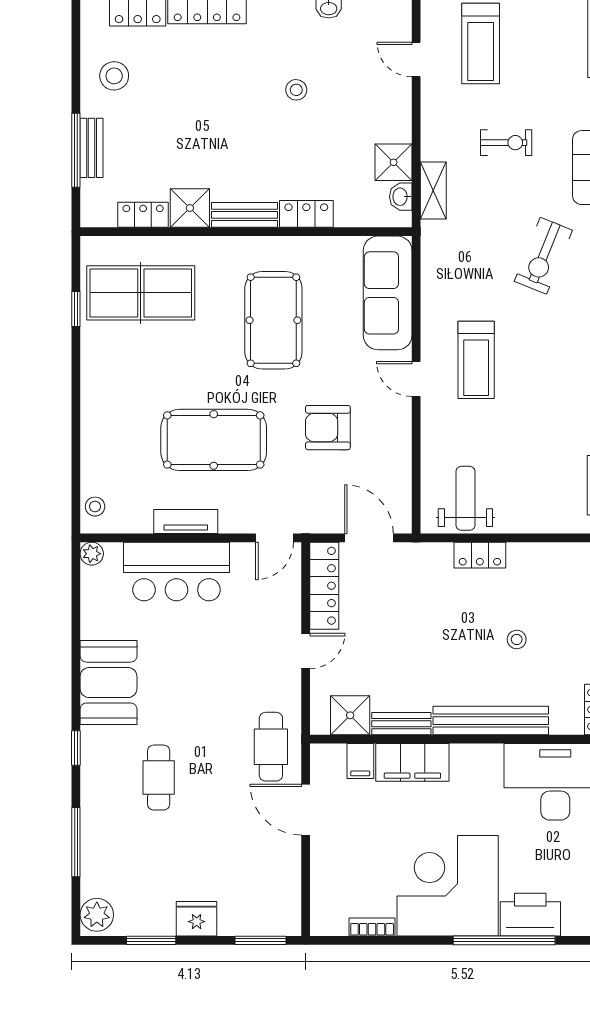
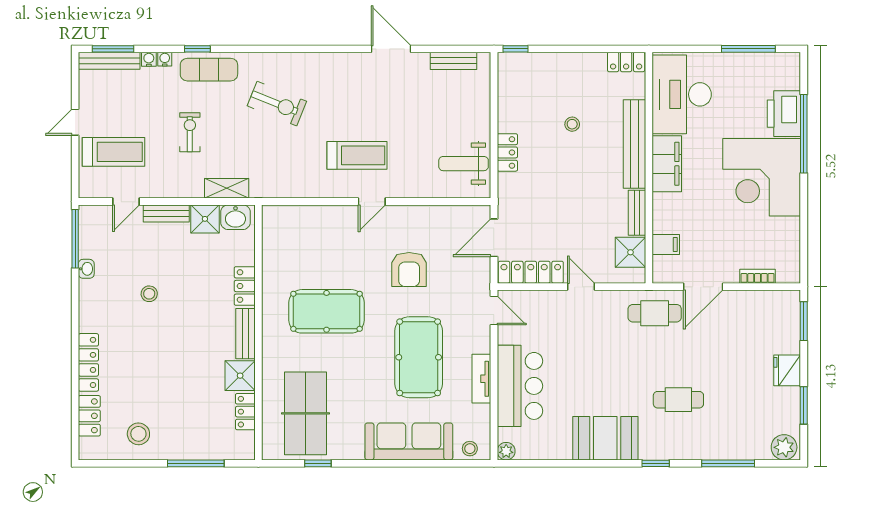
bench: (92, 148) -> (166, 214), moved
washbasin: (401, 197) -> (235, 217), width x1.38, depth x1.45
sofa: (388, 293) -> (409, 441), moved, turned 180
filing cabinet: (412, 762) -> (667, 164), moved
bookcase: (372, 927) -> (758, 276), moved, turned 90

